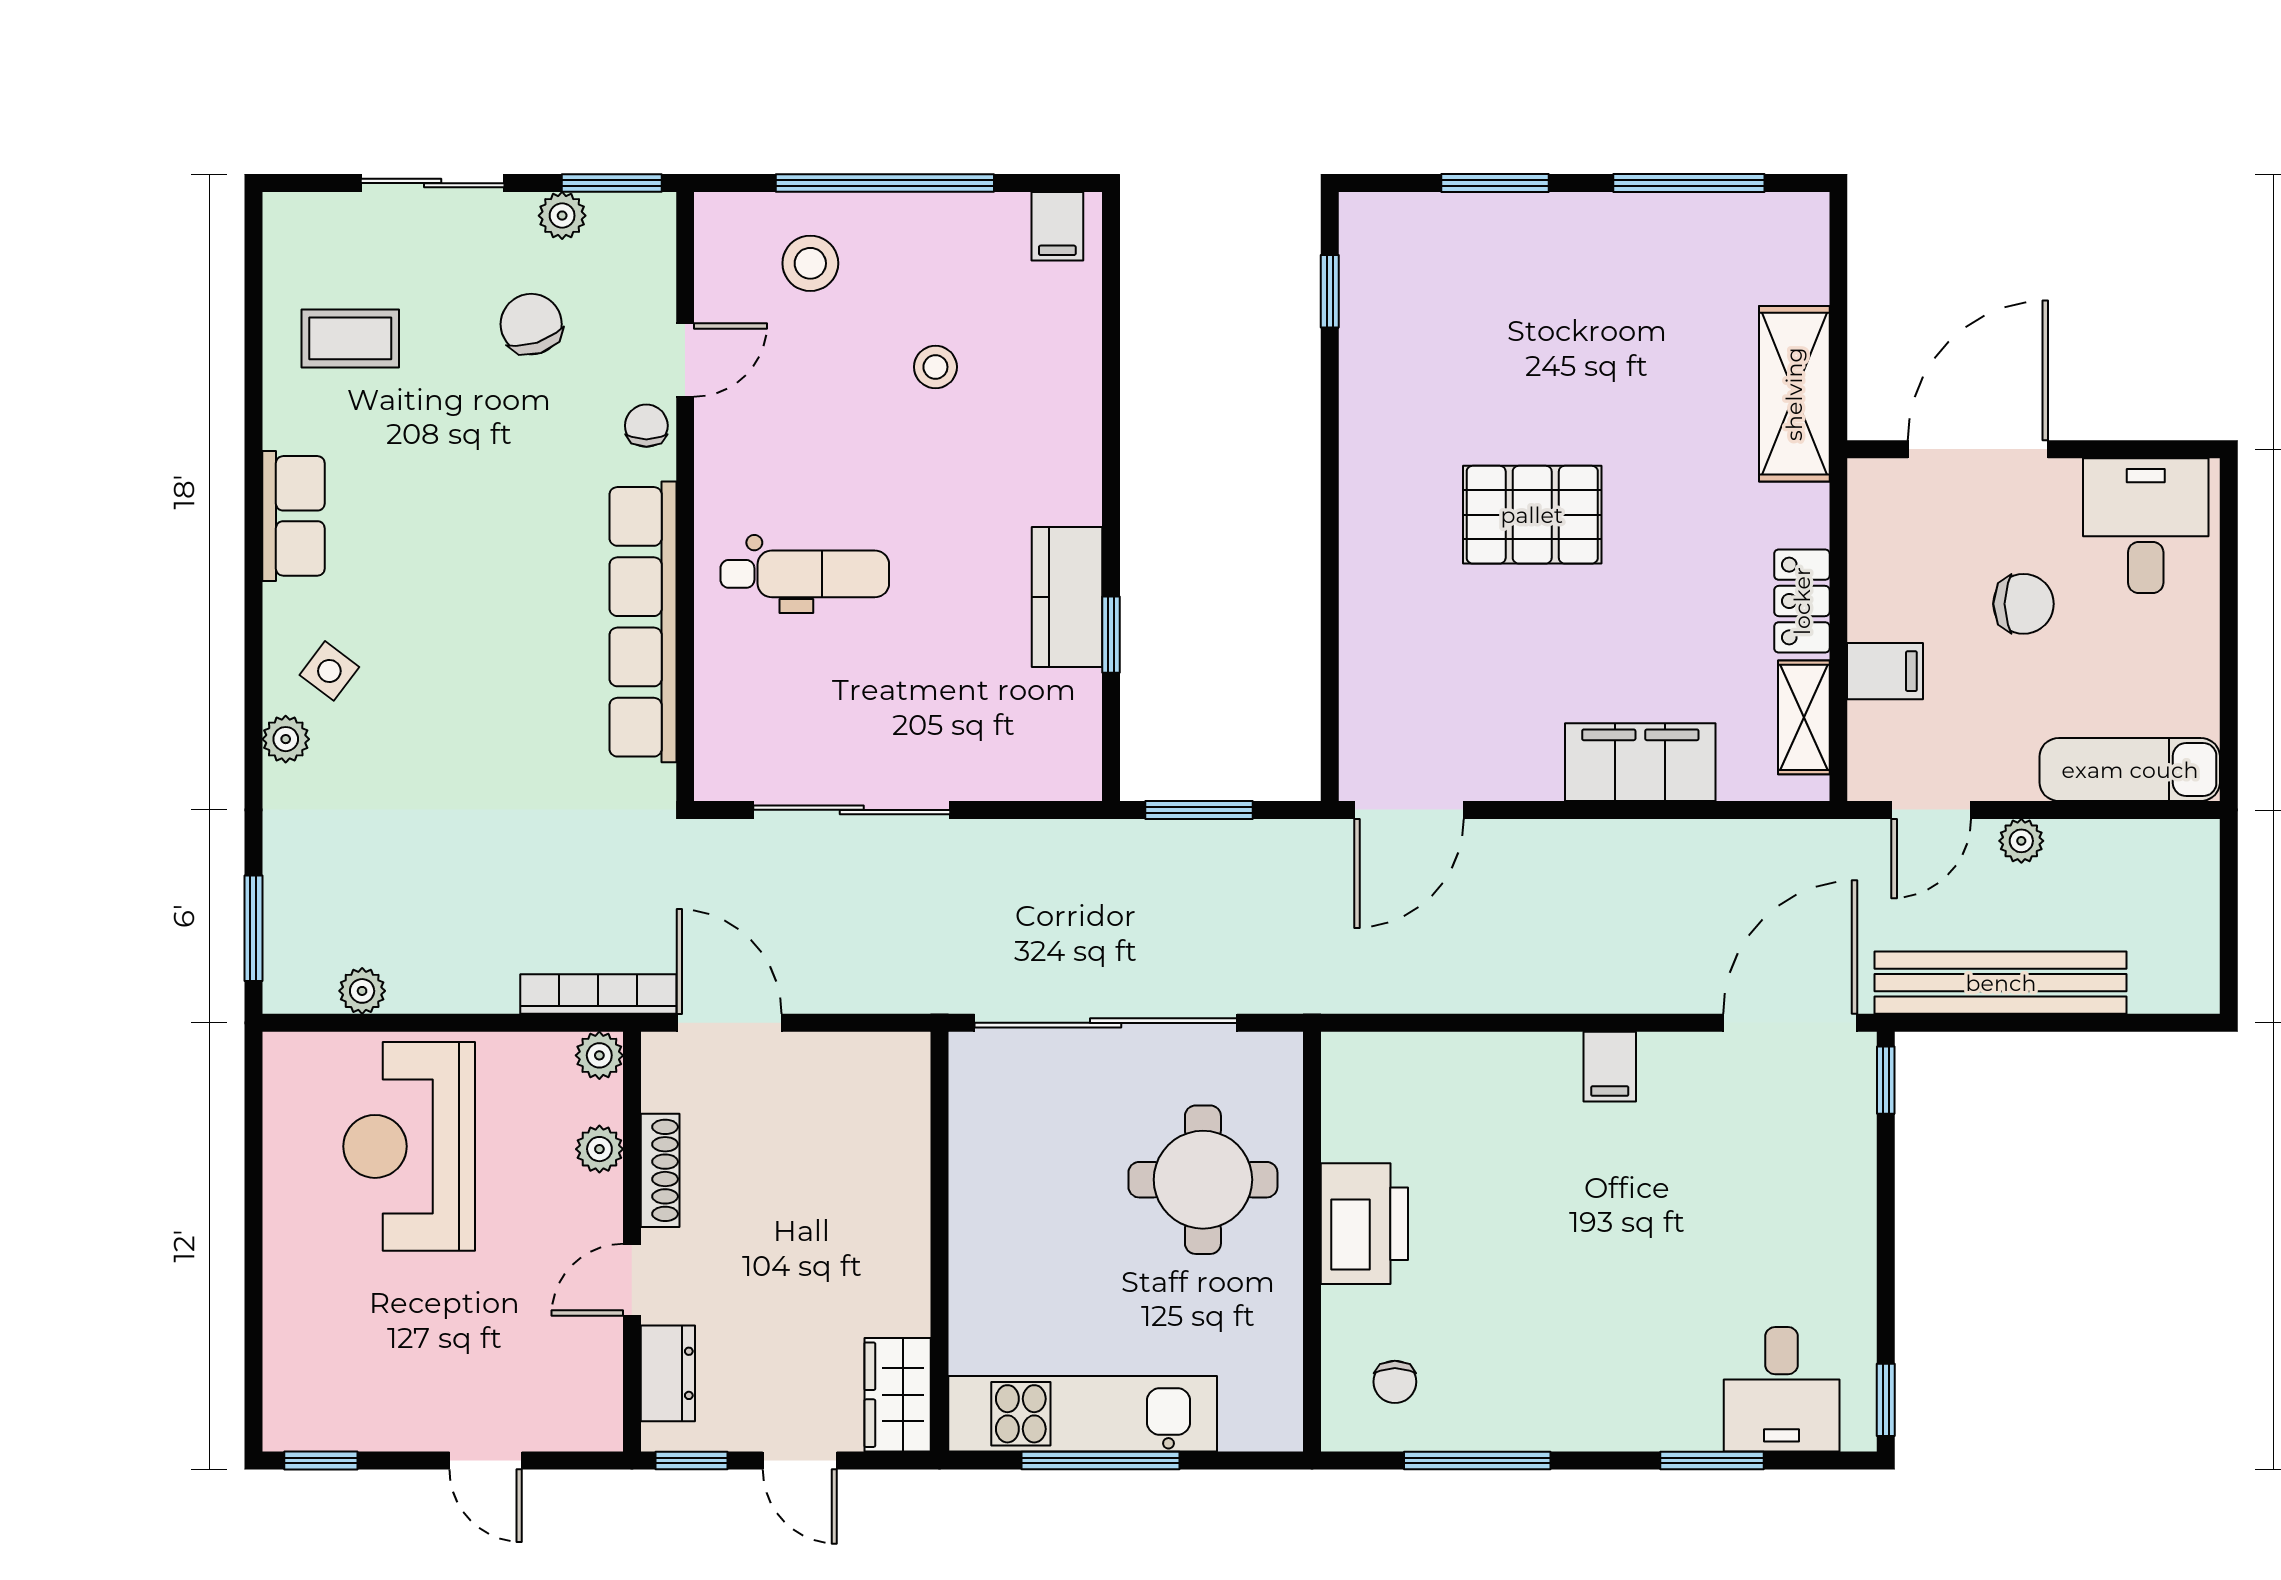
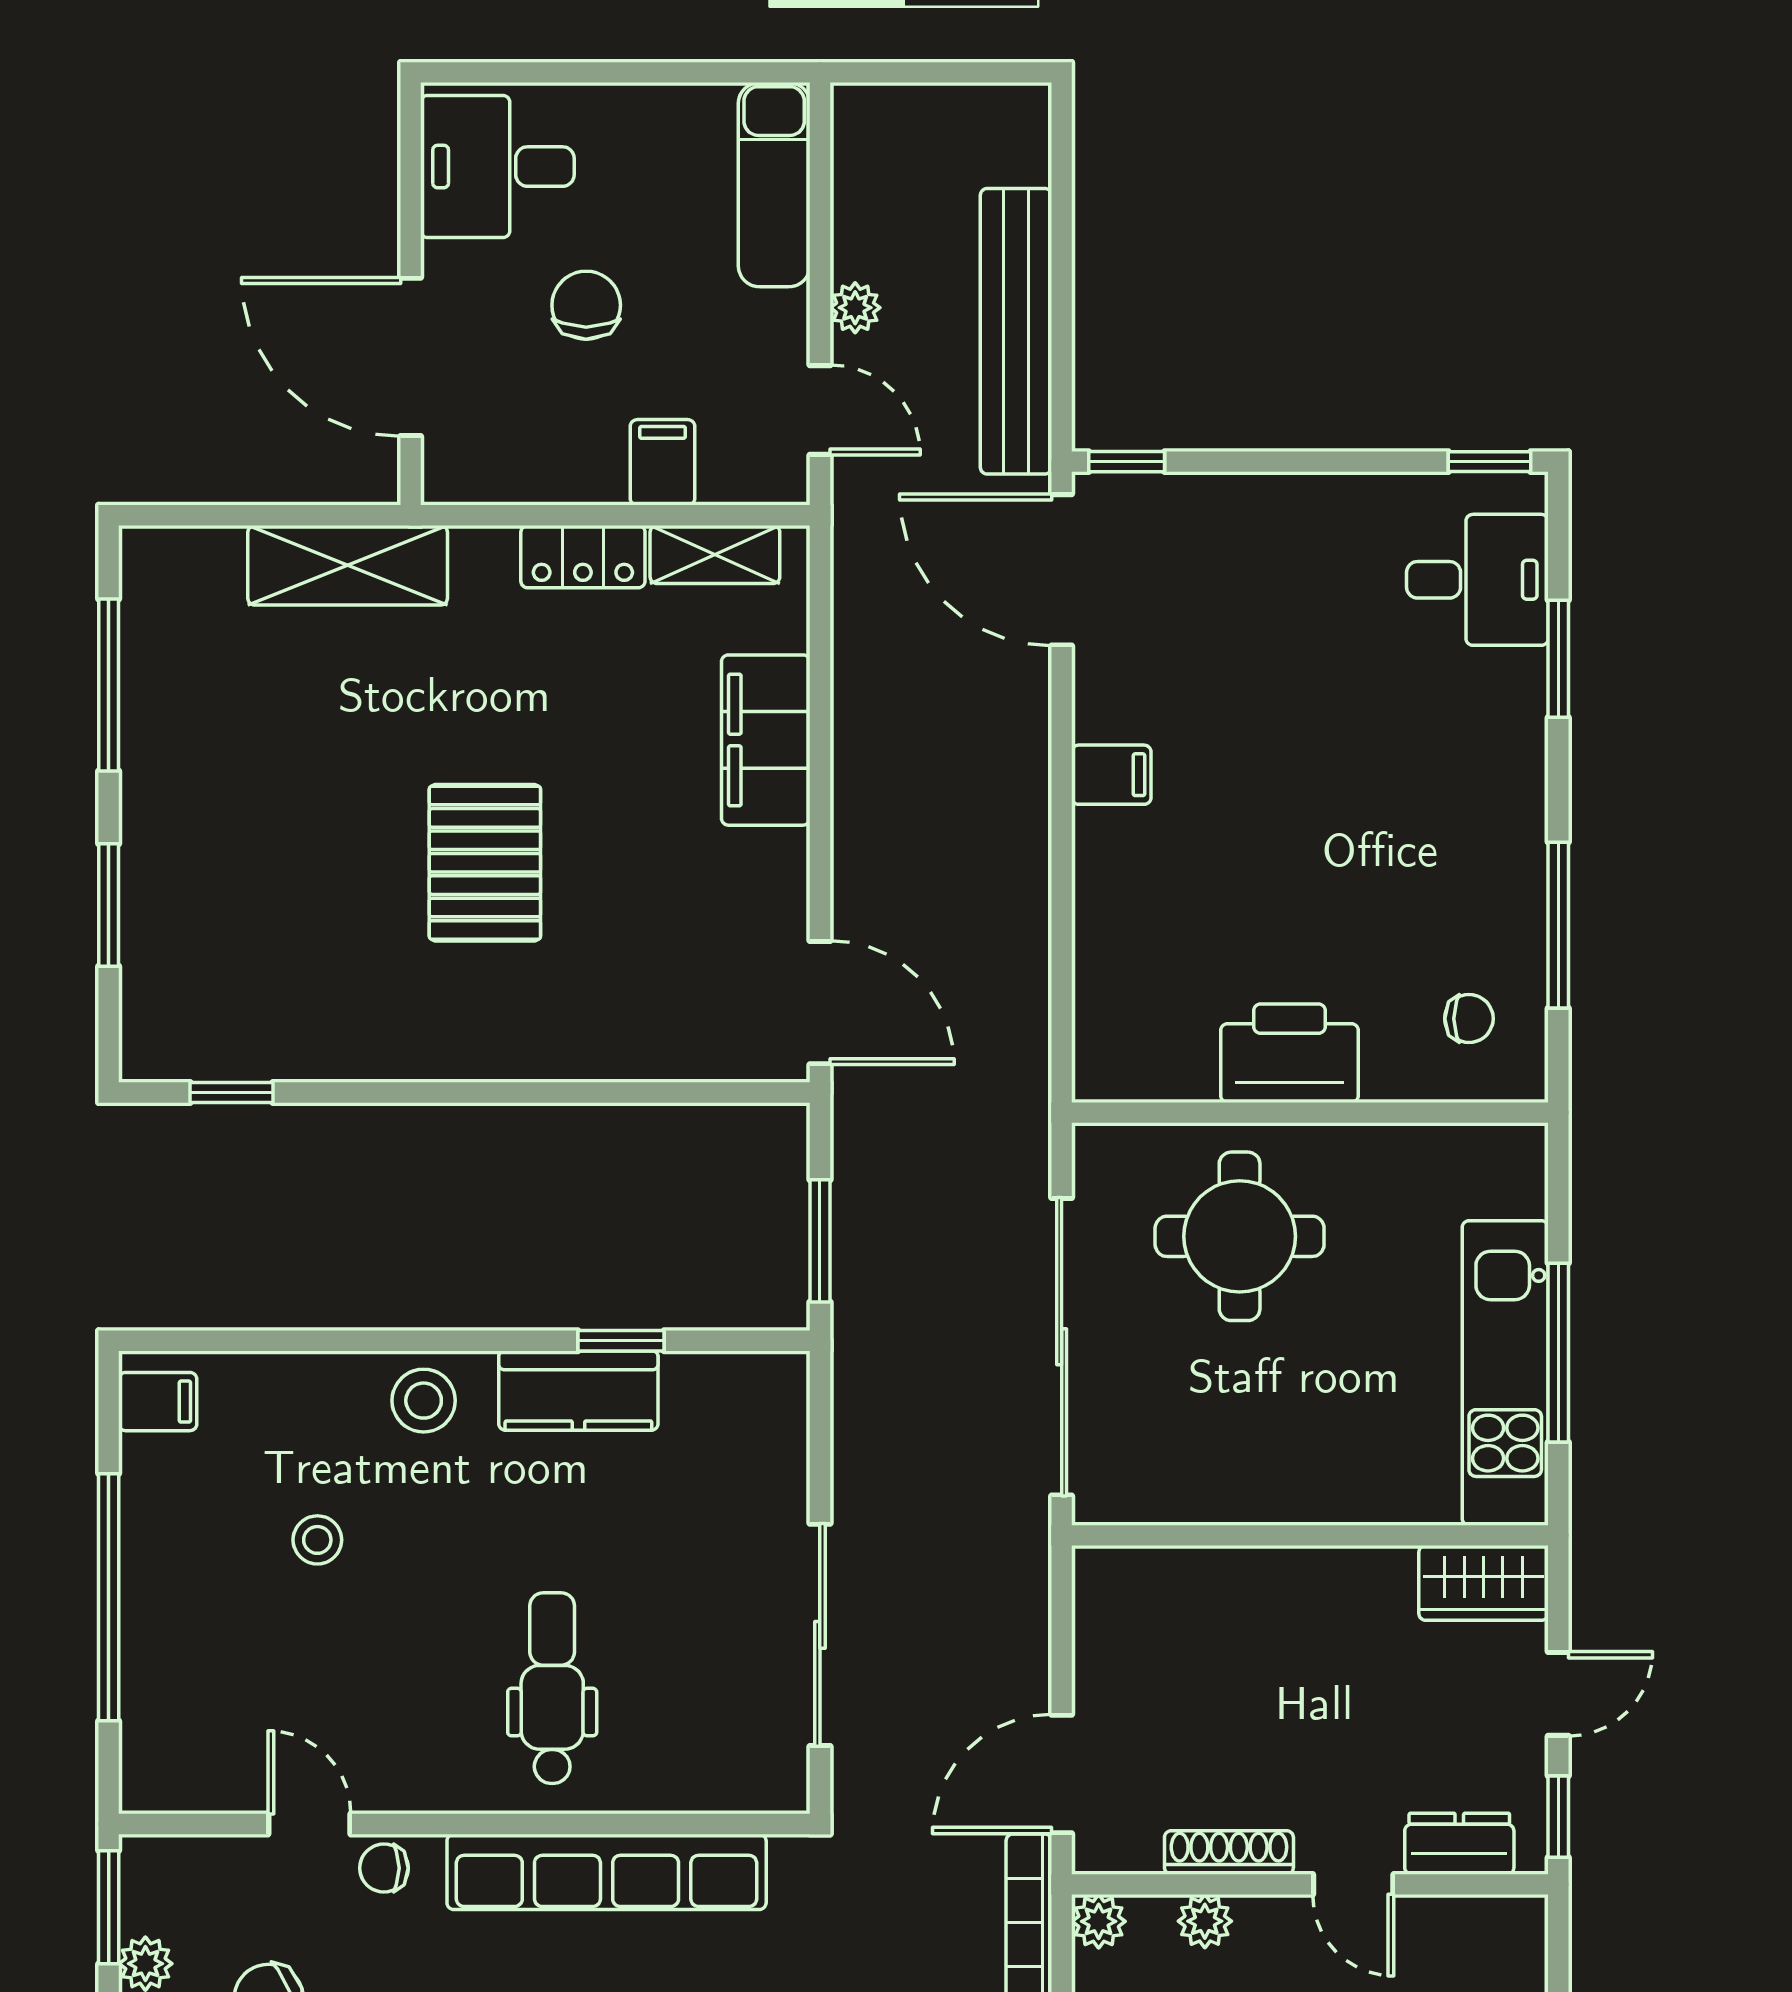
stool: (810, 263) -> (424, 1401), moved

